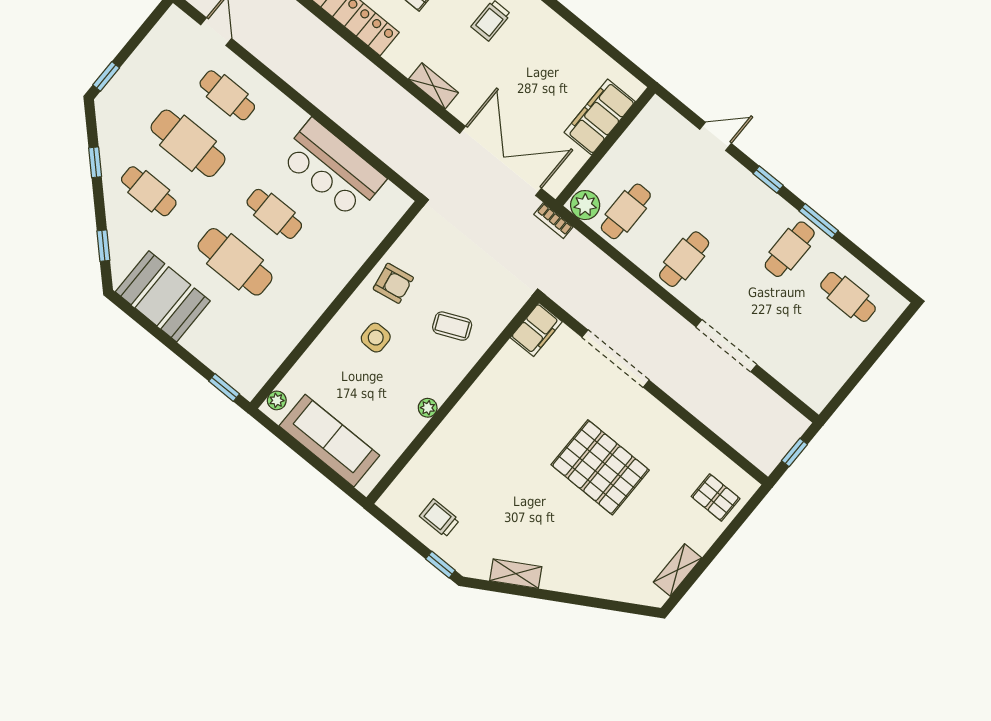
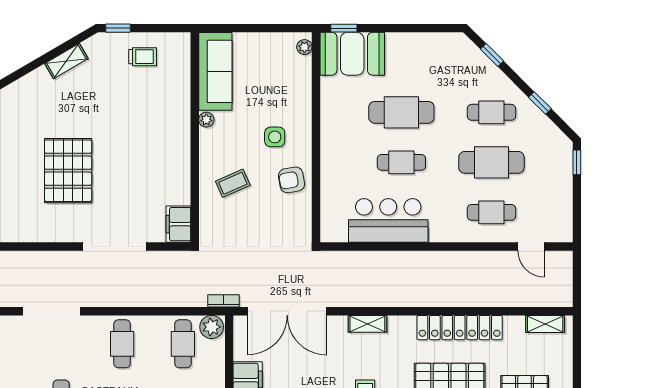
booth: (163, 296) -> (352, 54), moved
sofa: (329, 441) -> (215, 71), moved, turned -90
pallet: (600, 467) -> (68, 171), turned 90

